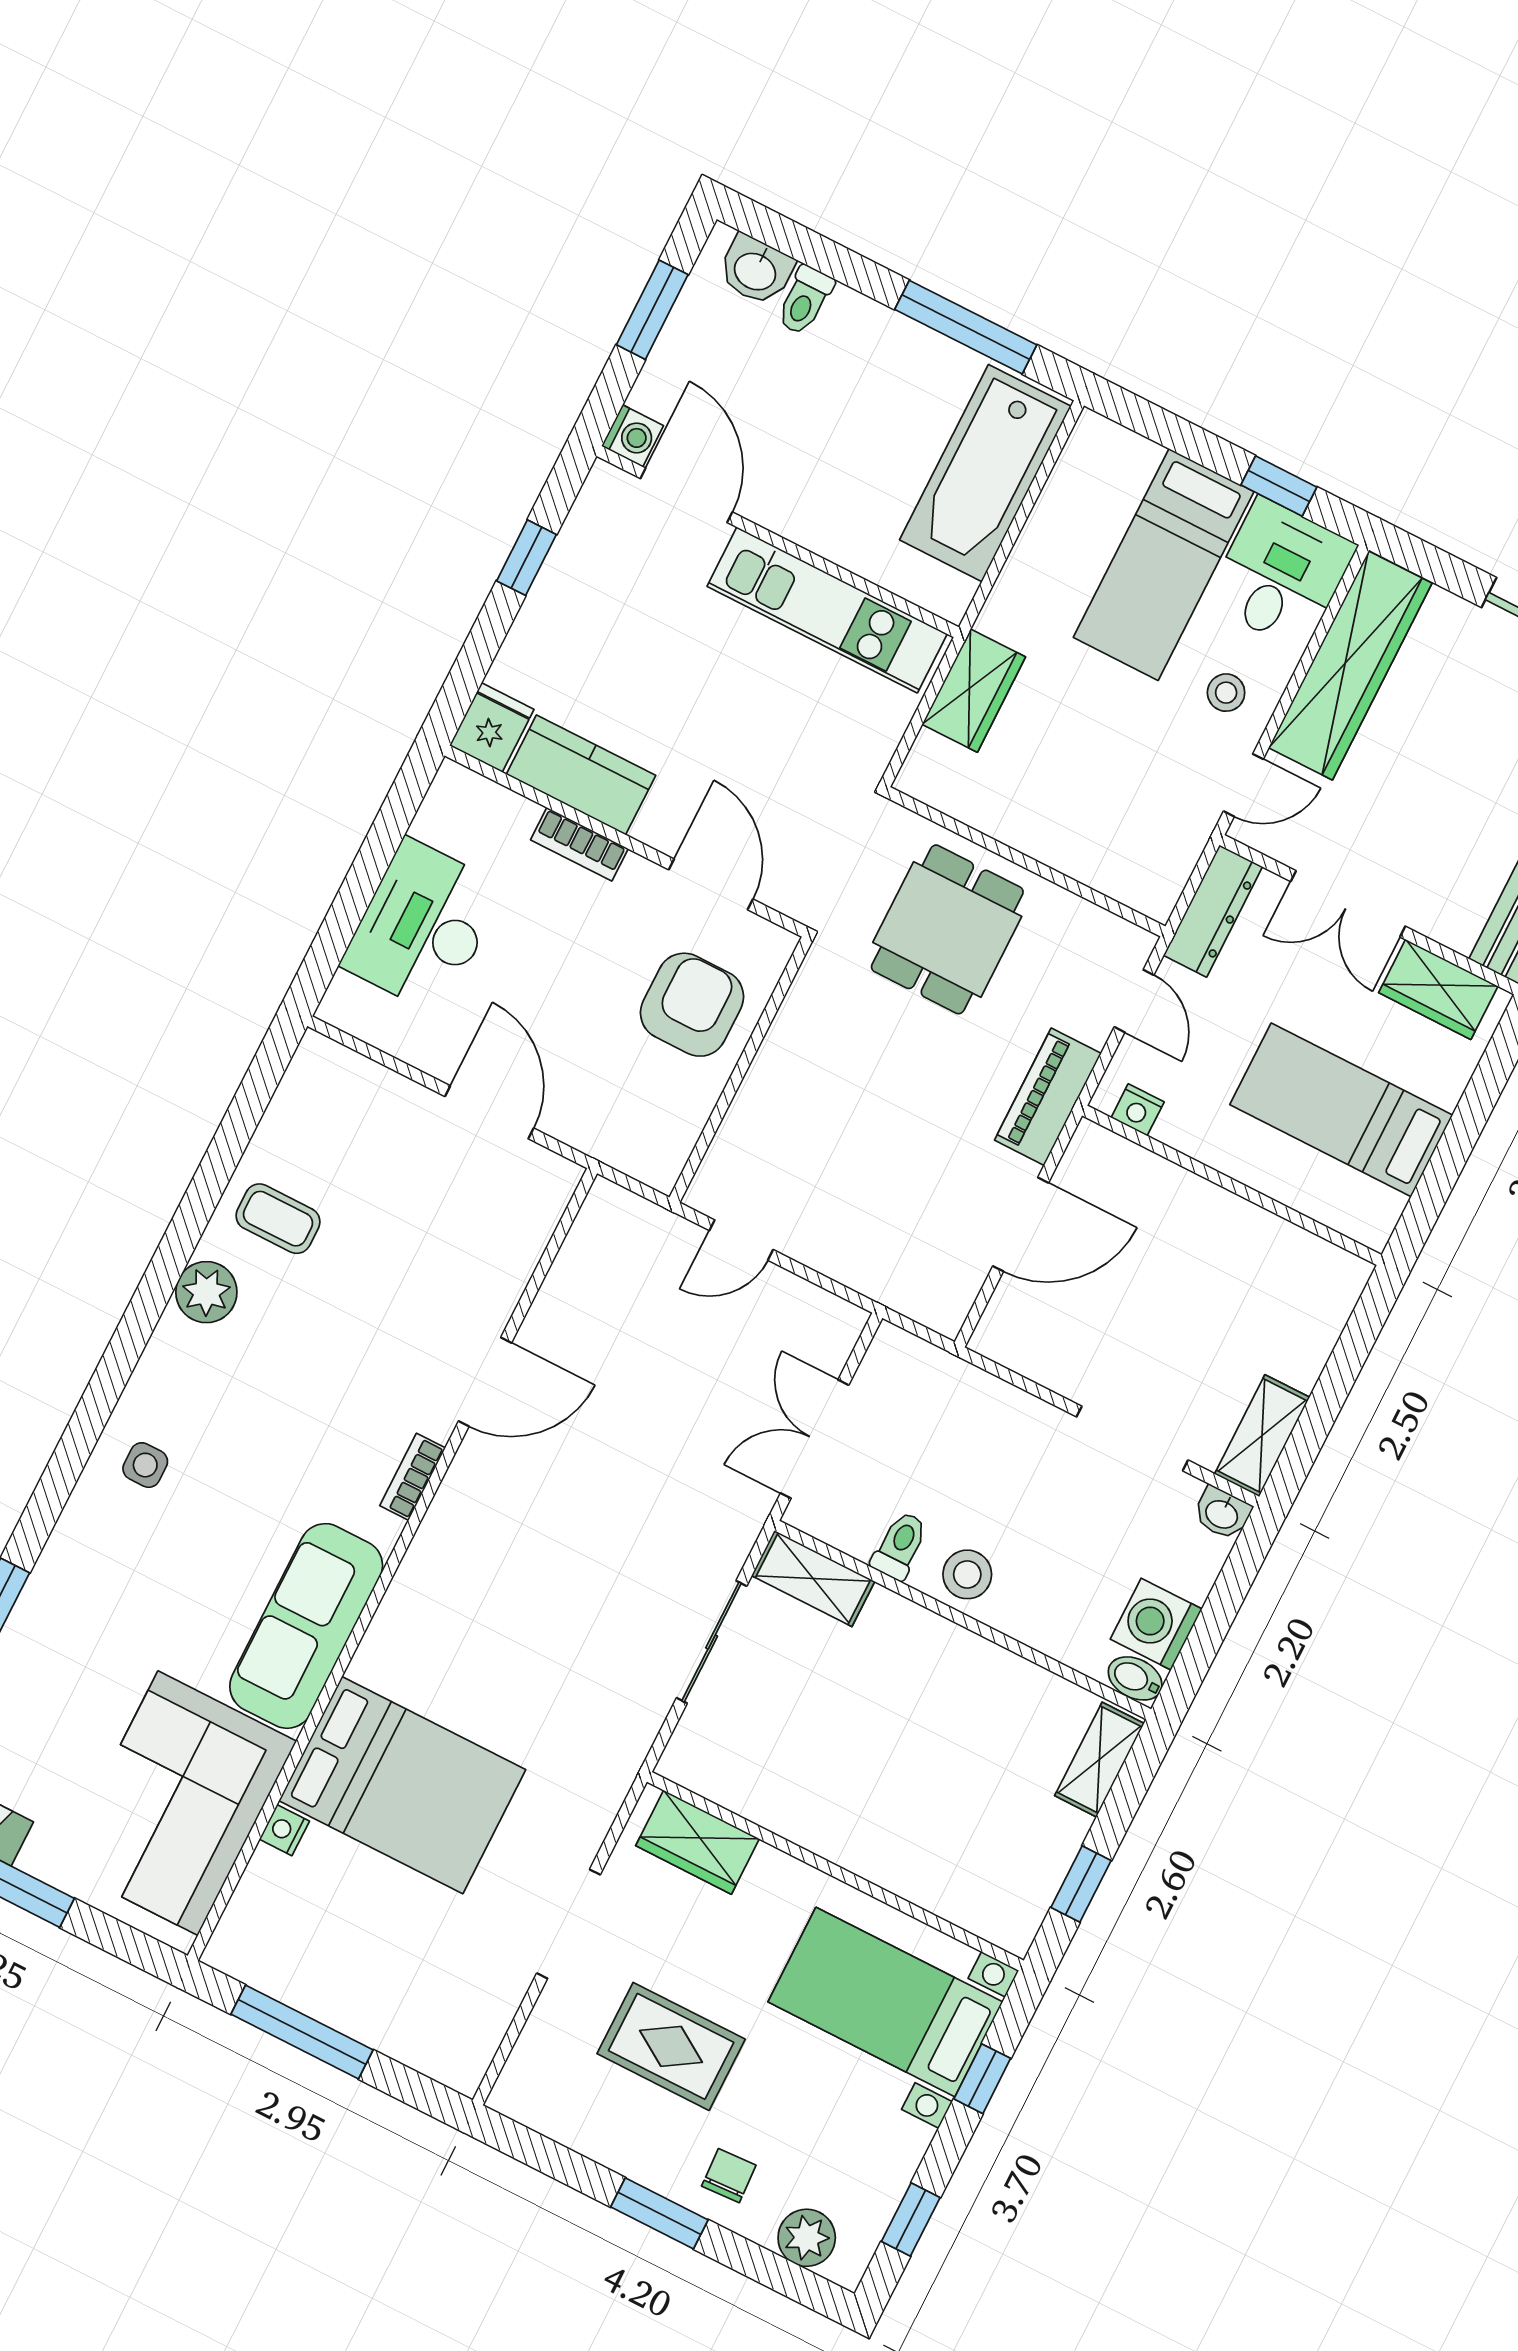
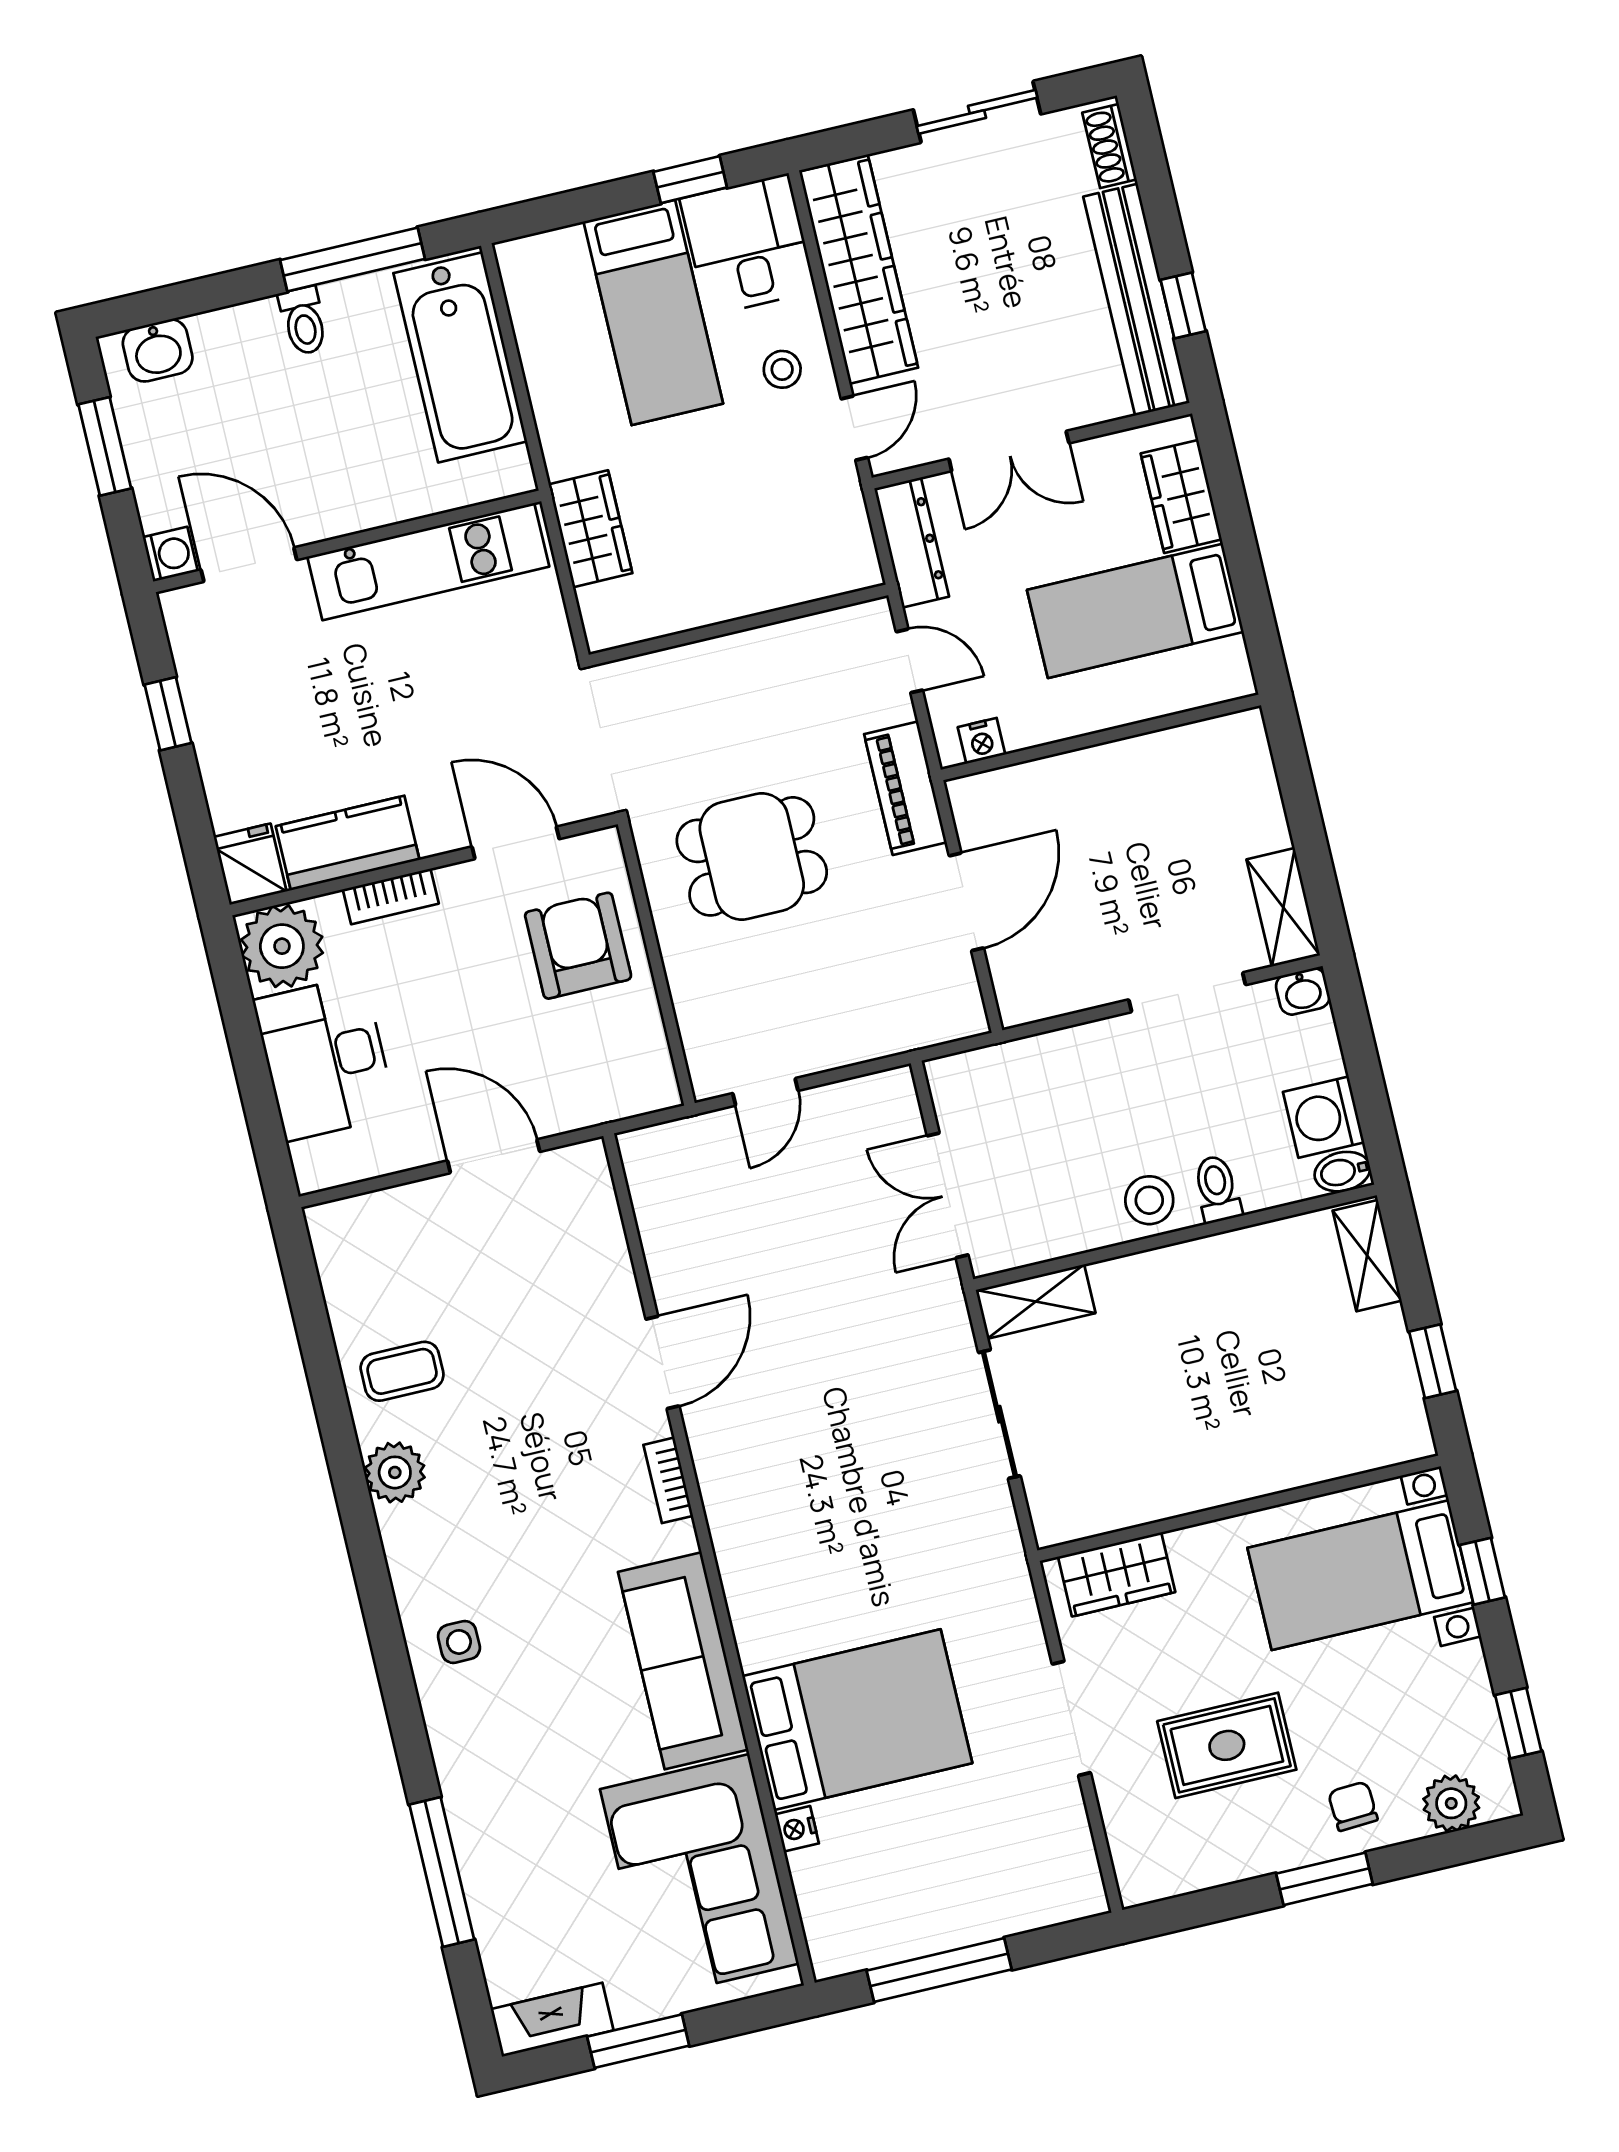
toilet: (805, 300) -> (303, 321), moved
plant: (463, 812) -> (282, 946), added
dining table: (947, 929) -> (752, 856), moved, turned 90
wardrobe: (1438, 989) -> (1181, 496), moved, turned 90
toilet: (900, 1546) -> (1217, 1189), moved

